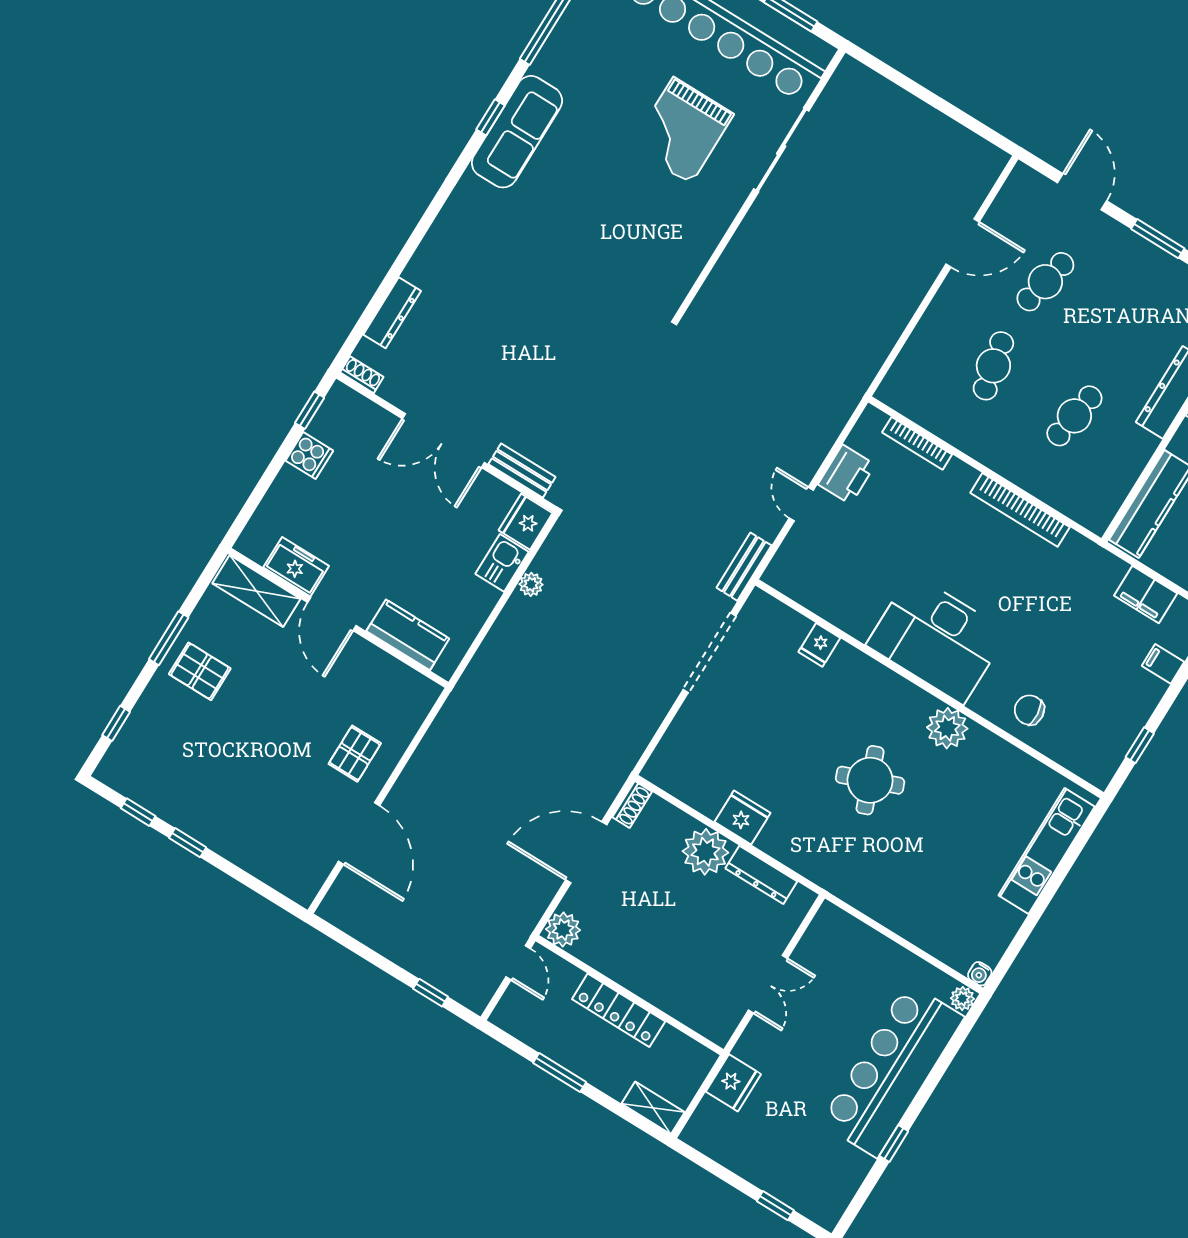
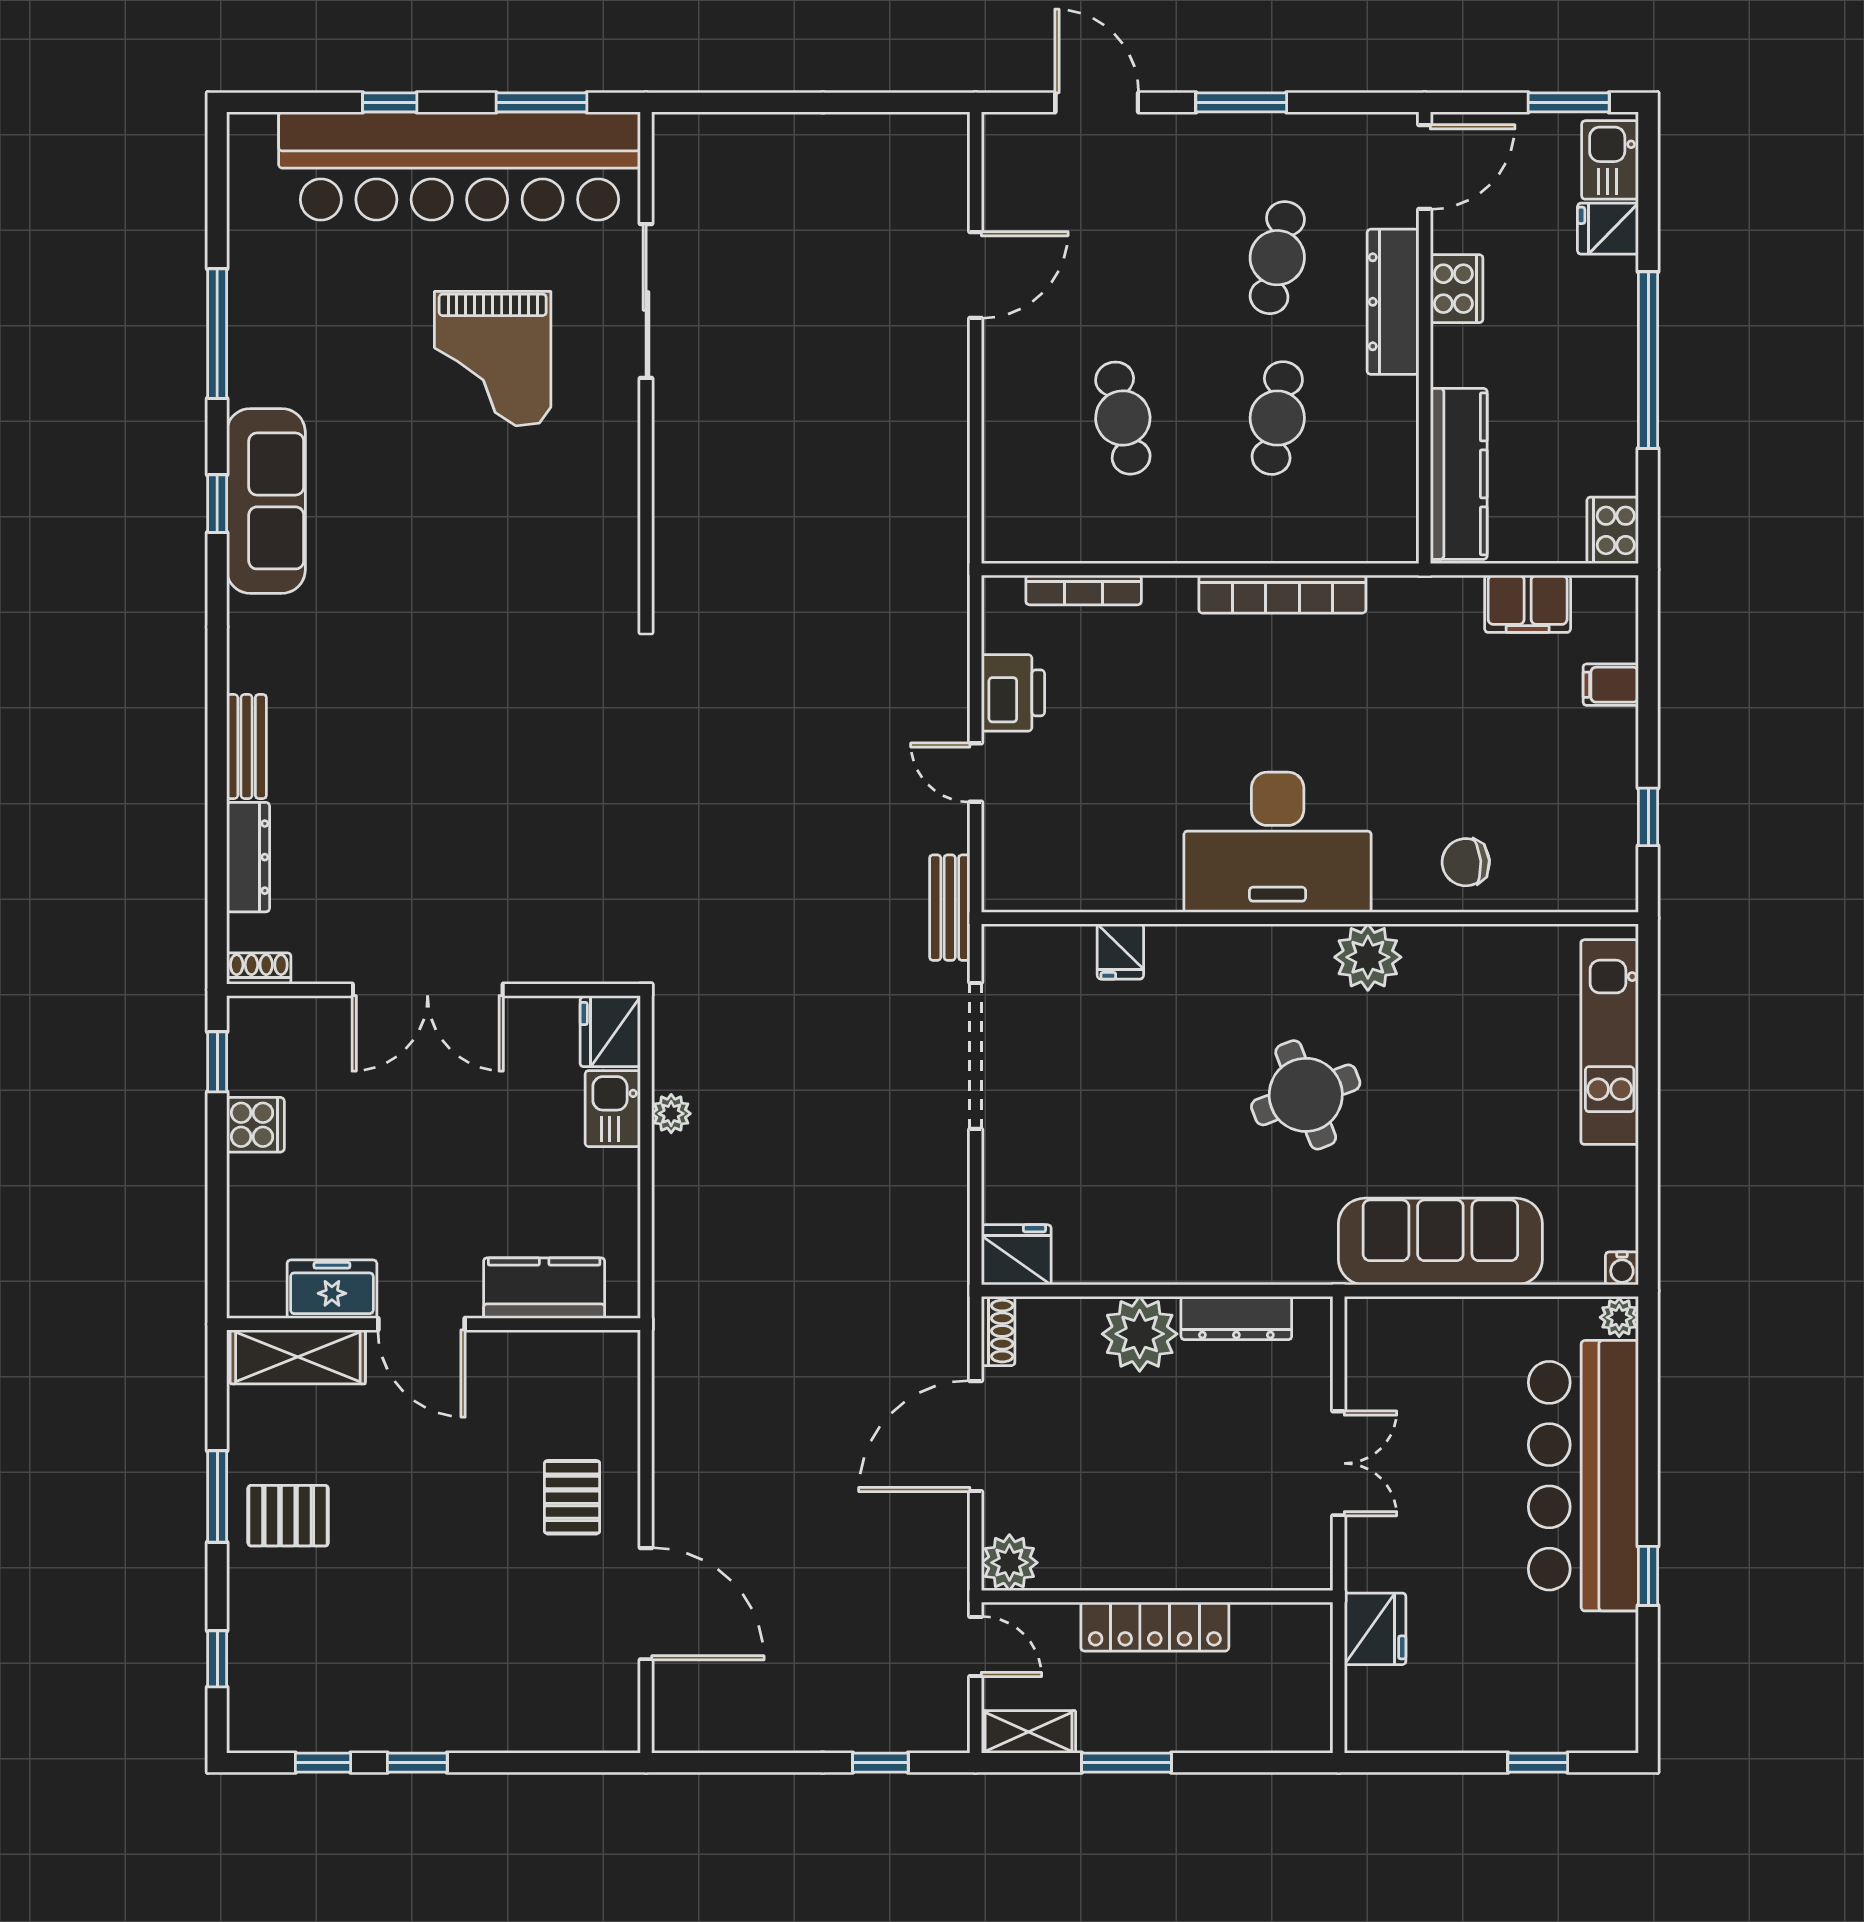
cafe table: (1045, 282) -> (1277, 258), moved
bench: (522, 471) -> (247, 746), moved, turned 90
fridge: (743, 817) -> (1016, 1255), moved
sofa: (893, 901) -> (1440, 1242), added
shelving: (653, 1108) -> (1028, 1732), moved

